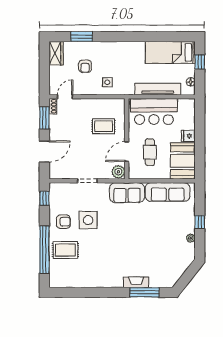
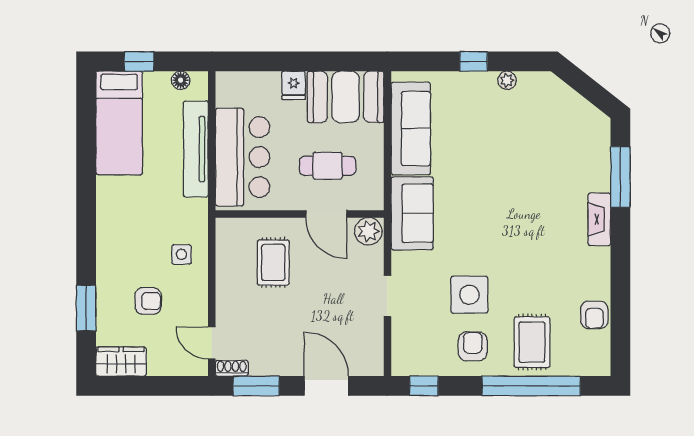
armchair: (78, 280) -> (594, 315), added
fireplace: (136, 282) -> (599, 219), moved

